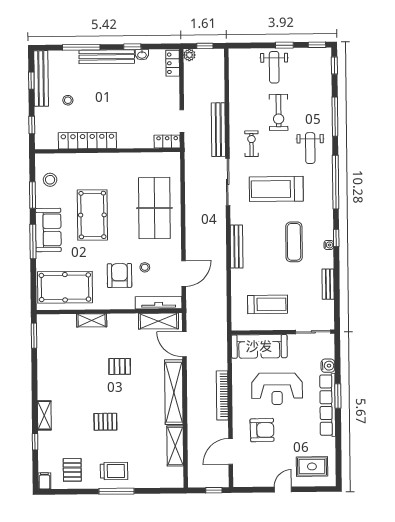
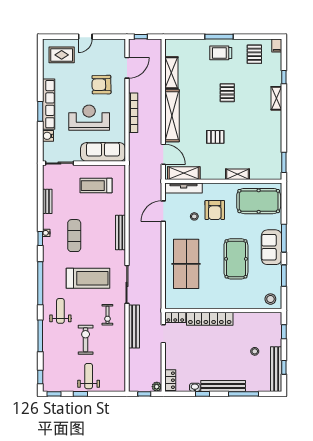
locker: (87, 141) -> (210, 319), moved
stool: (50, 180) -> (270, 299), moved
pallet: (105, 422) -> (227, 93), turned 90

